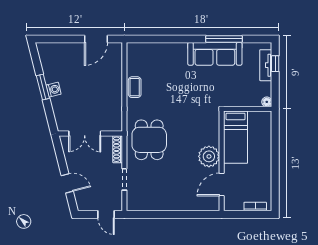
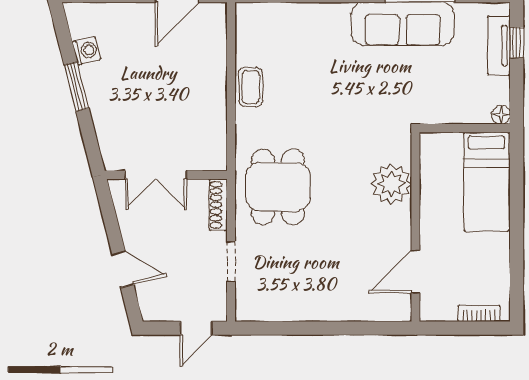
washing machine: (54, 90) -> (86, 51), moved
bed: (236, 137) -> (486, 182), moved
plant: (209, 156) -> (391, 184), moved
door: (106, 214) -> (196, 328), hinge flipped

